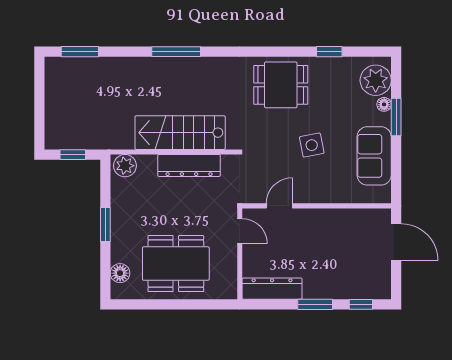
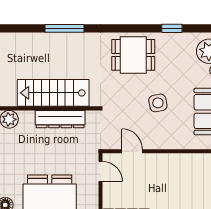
window: (176, 52) -> (65, 28), moved
door: (279, 206) -> (132, 151), hinge flipped

